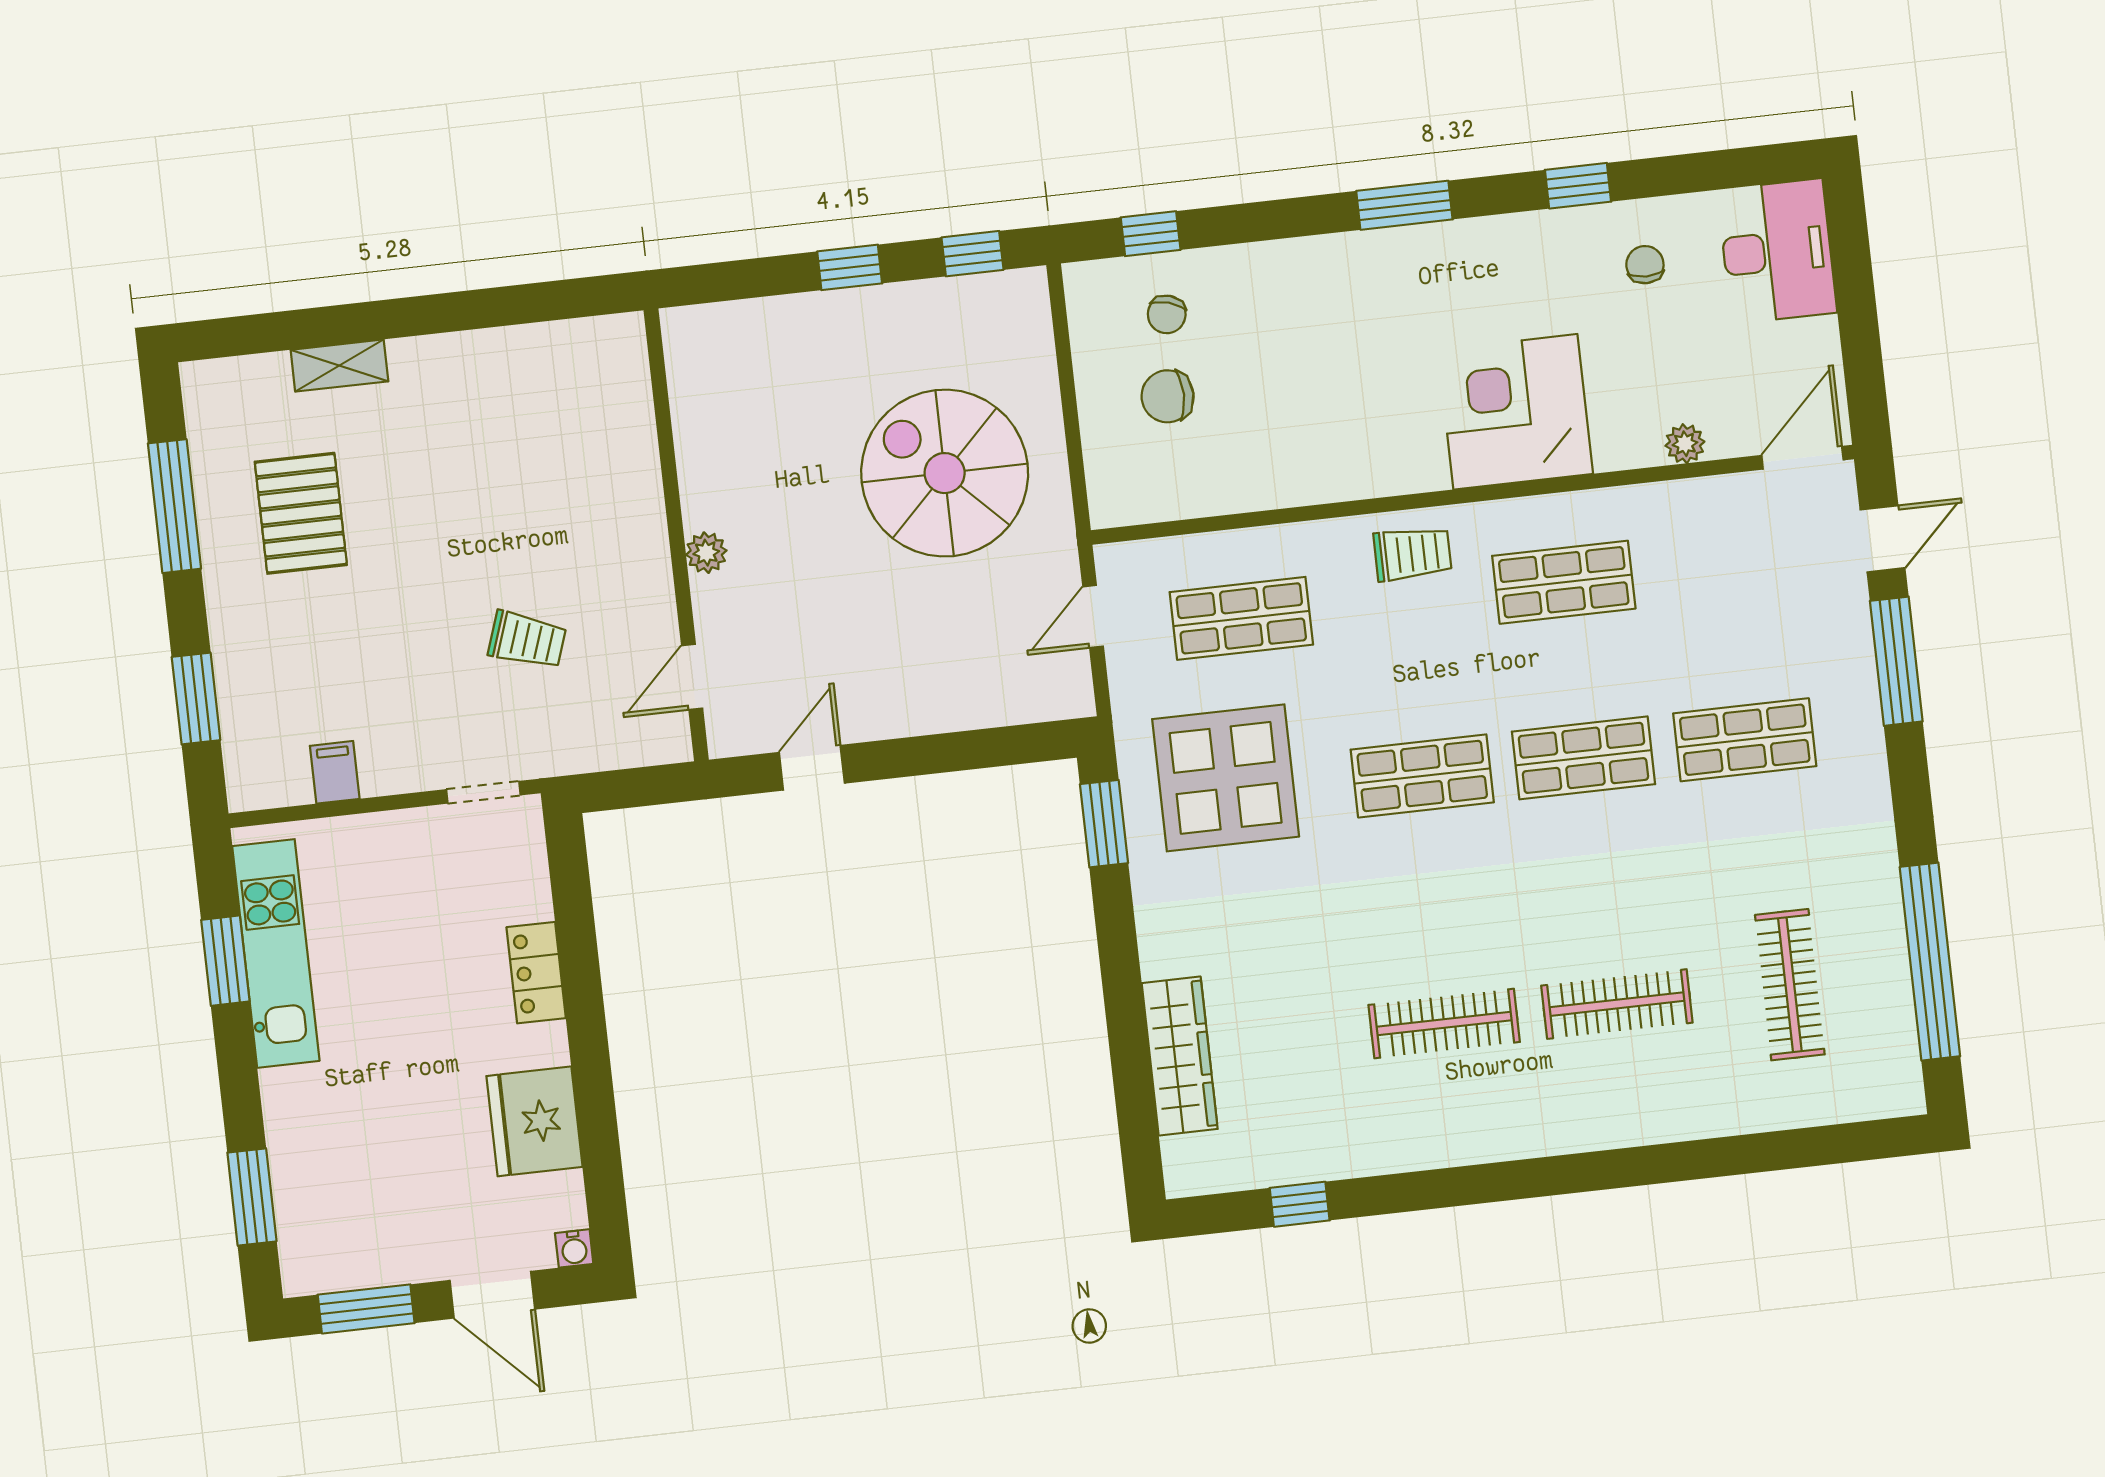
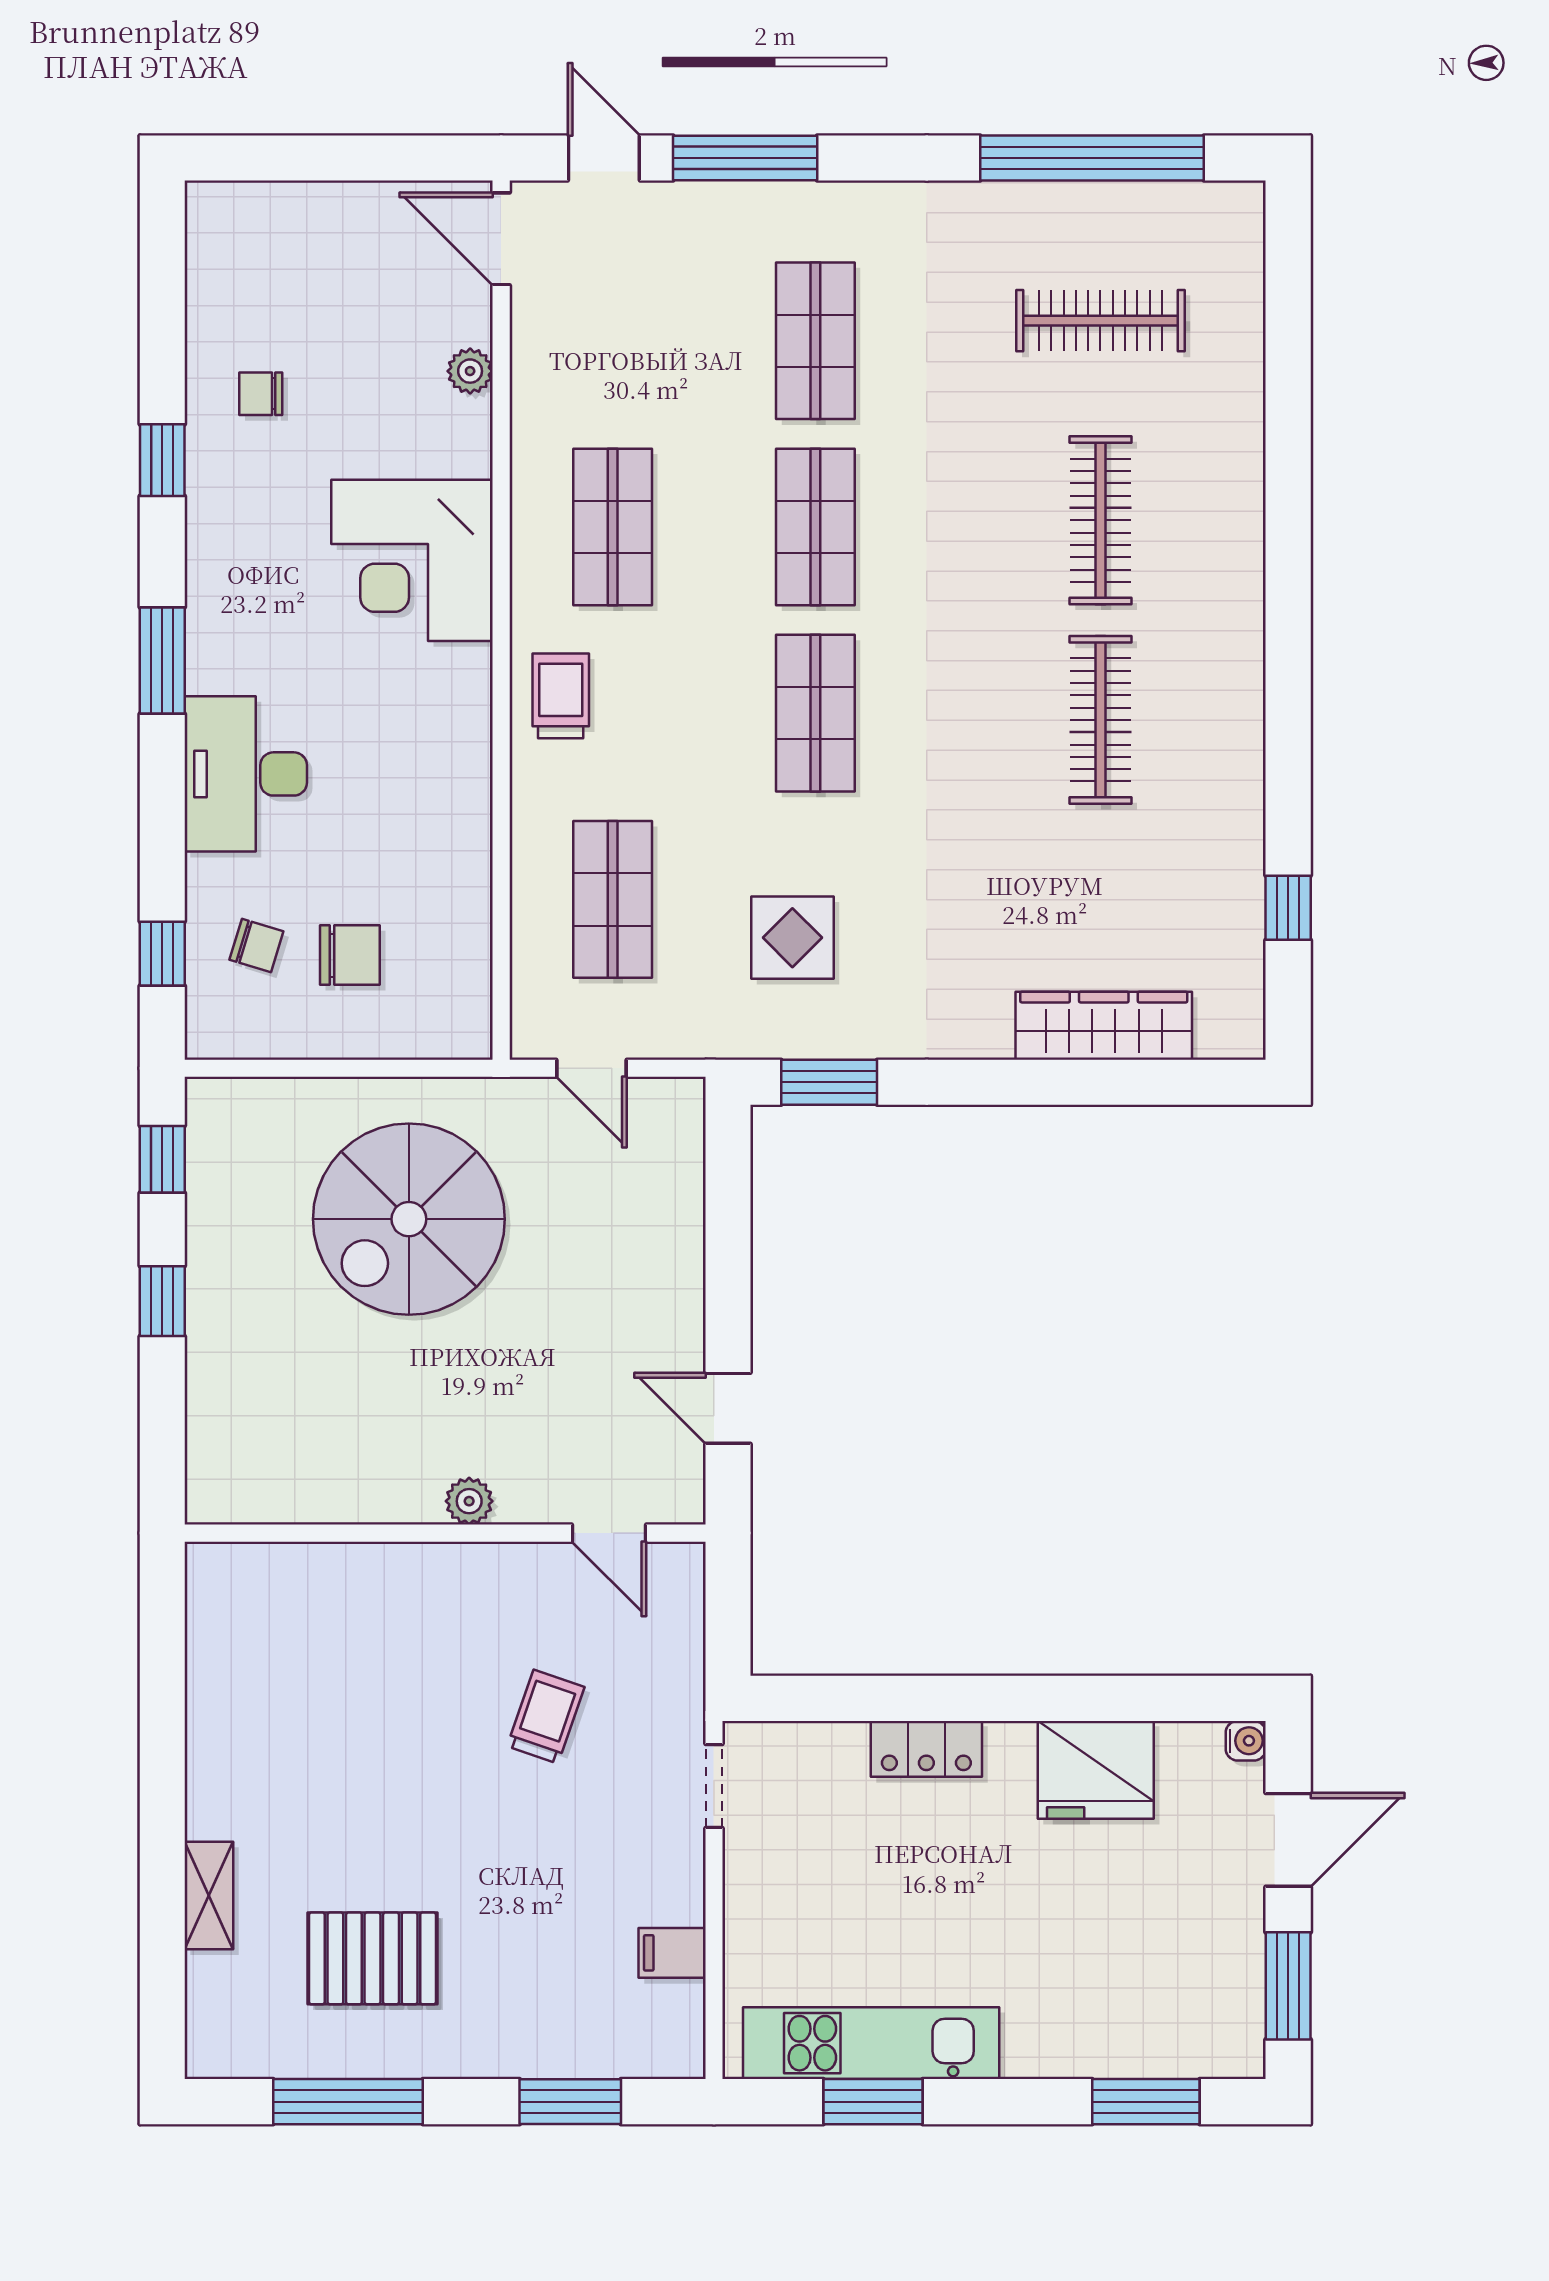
desk: (1777, 251) -> (246, 774), moved, turned -90
chair: (1168, 396) -> (350, 955), turned -90
display table: (1226, 778) -> (792, 938), width x0.54, depth x0.54

